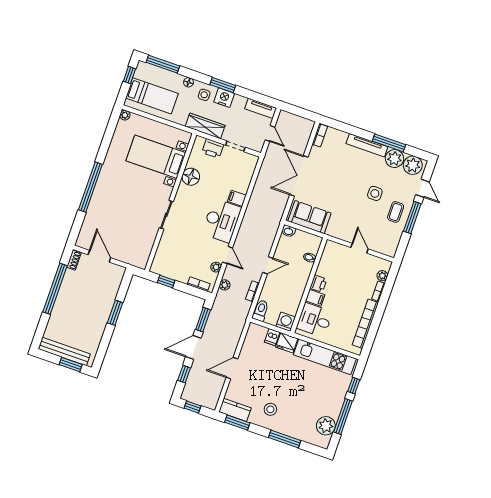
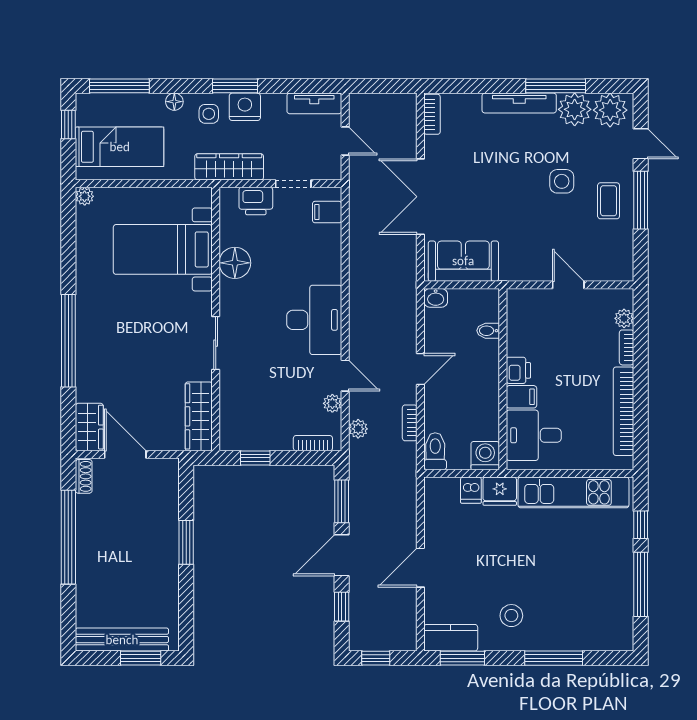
filing cabinet: (237, 198) -> (327, 212), moved
wardrobe: (86, 236) -> (89, 427), added
wardrobe: (144, 250) -> (199, 416), added
plant: (326, 426) -> (617, 611), removed

